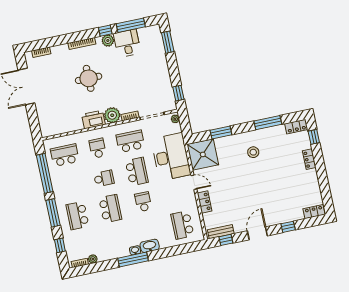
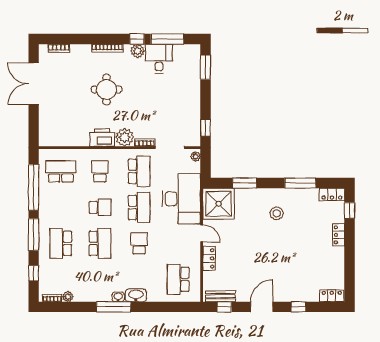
school desk: (130, 141) -> (139, 171), turned 90

